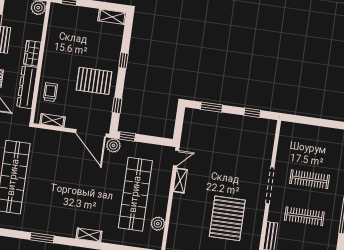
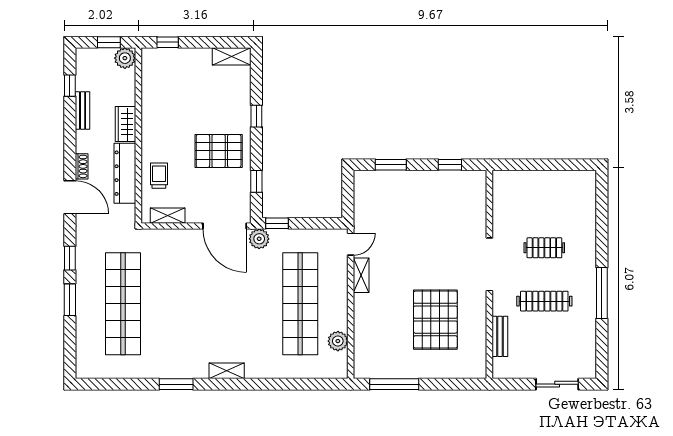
clothes rail: (310, 179) -> (544, 248), width x0.73
shelving: (89, 235) -> (227, 371), moved

